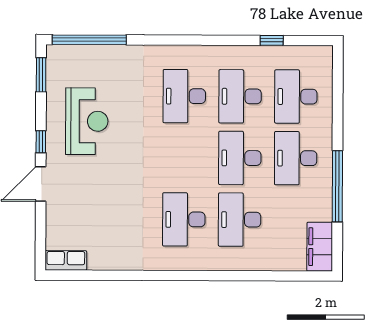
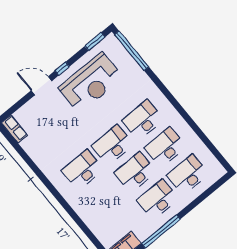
window: (272, 40) -> (205, 140), removed
reception desk: (87, 121) -> (91, 83), width x1.36, depth x1.30
desk: (240, 220) -> (113, 145), moved

